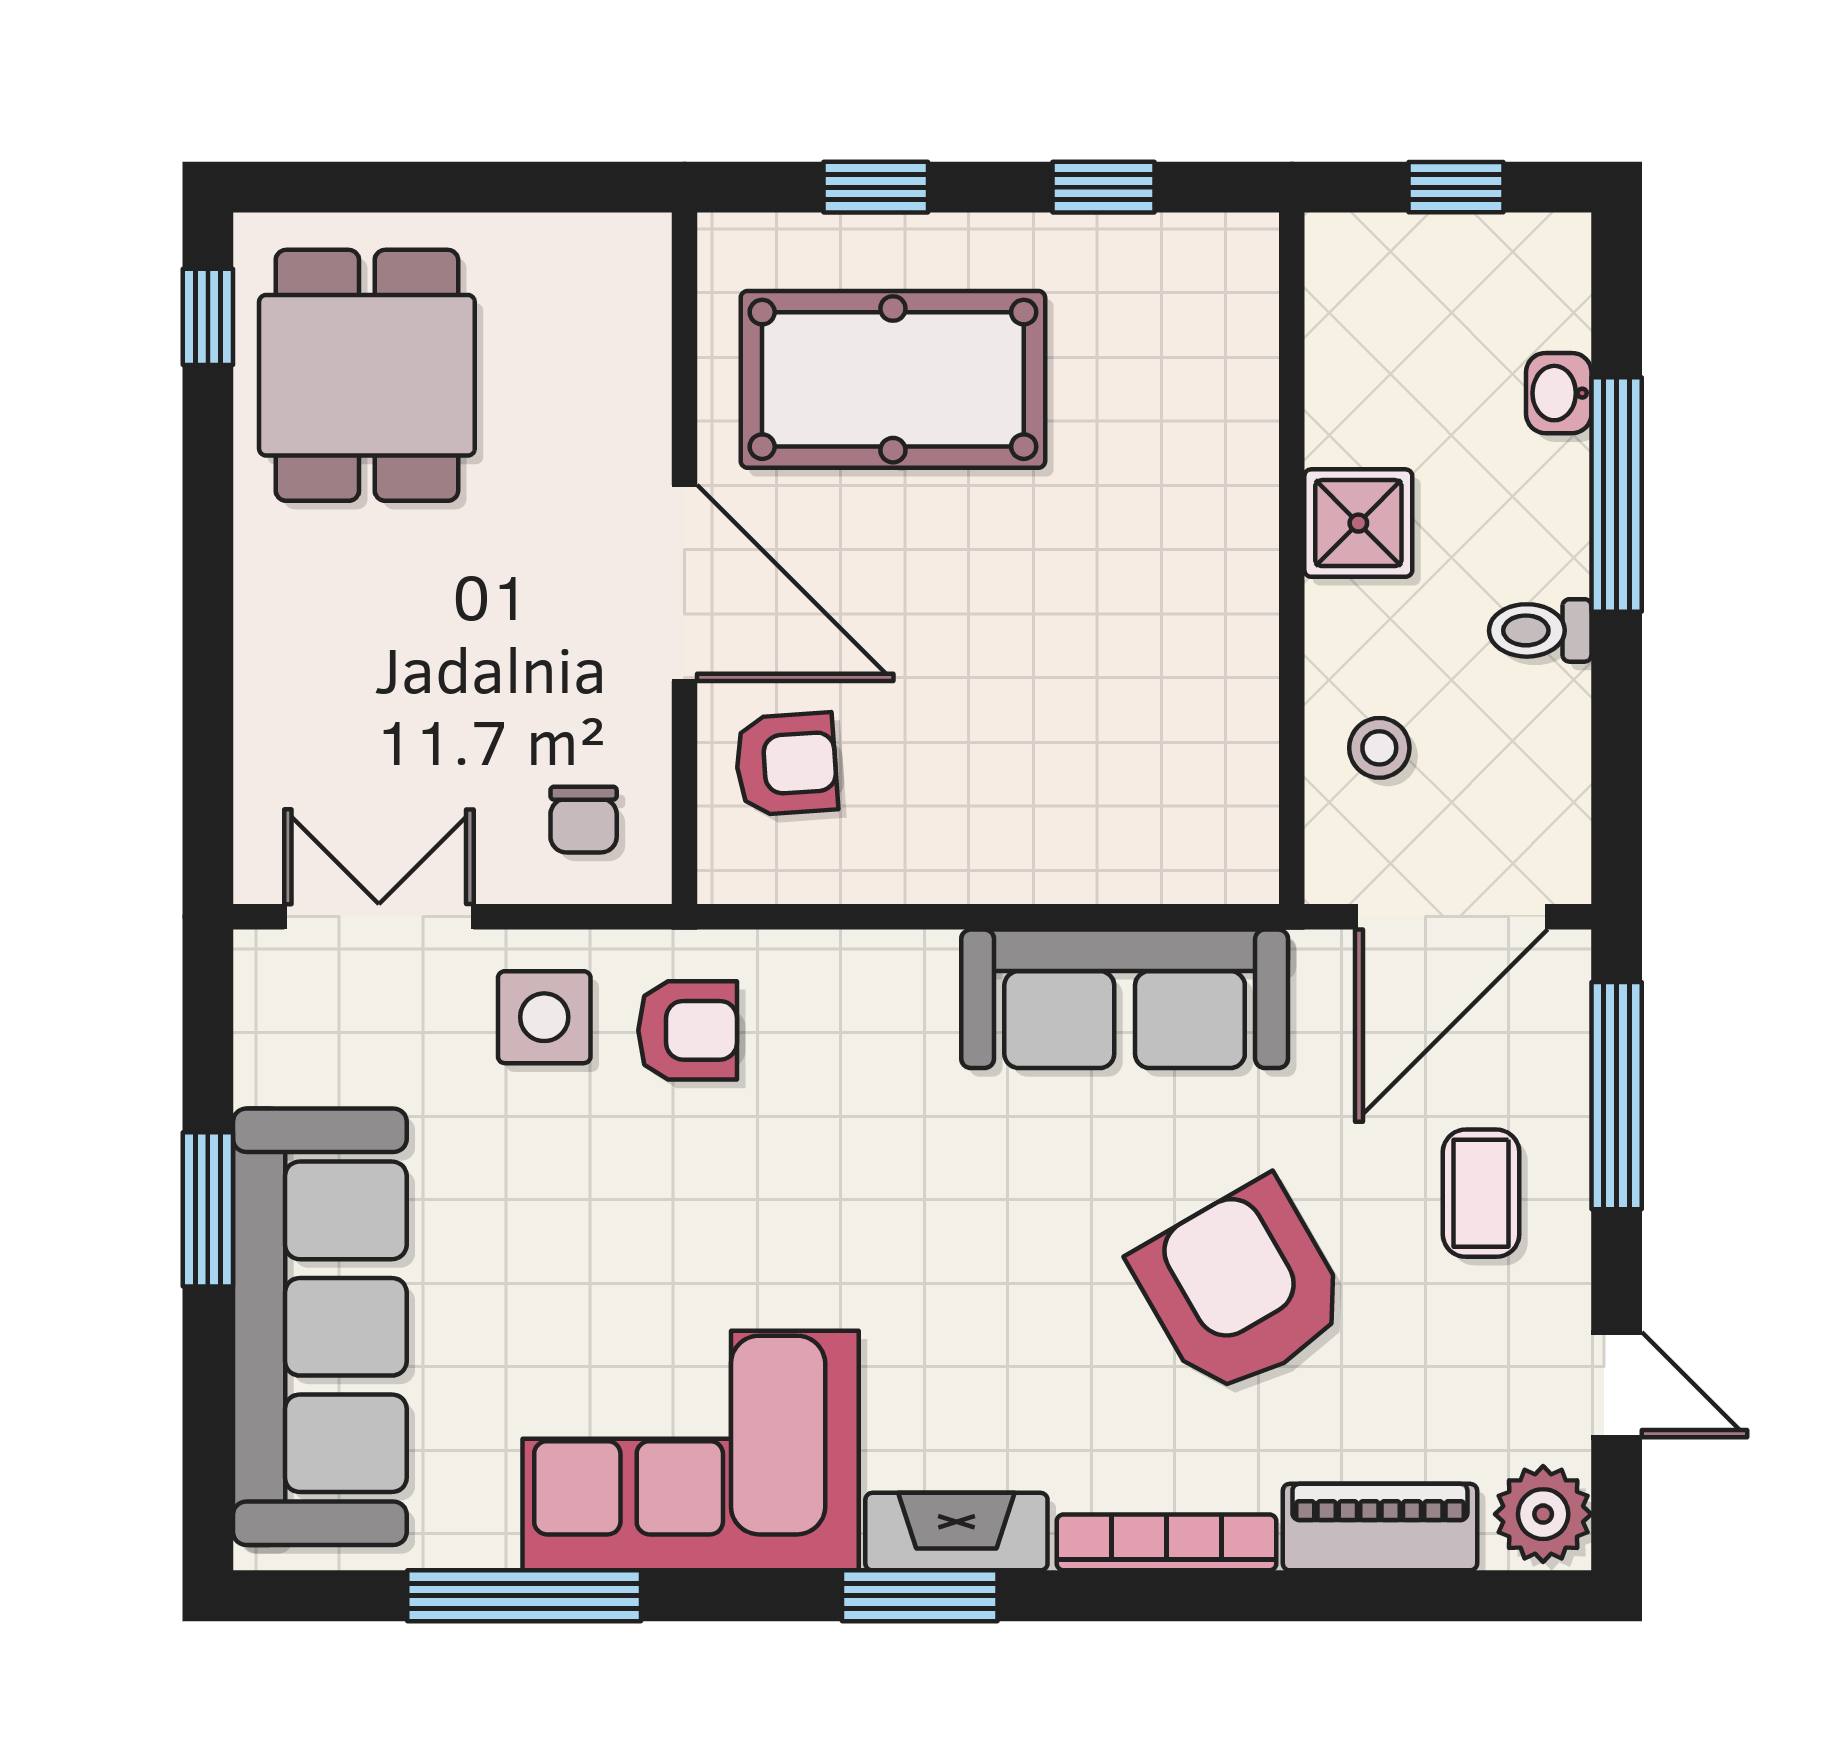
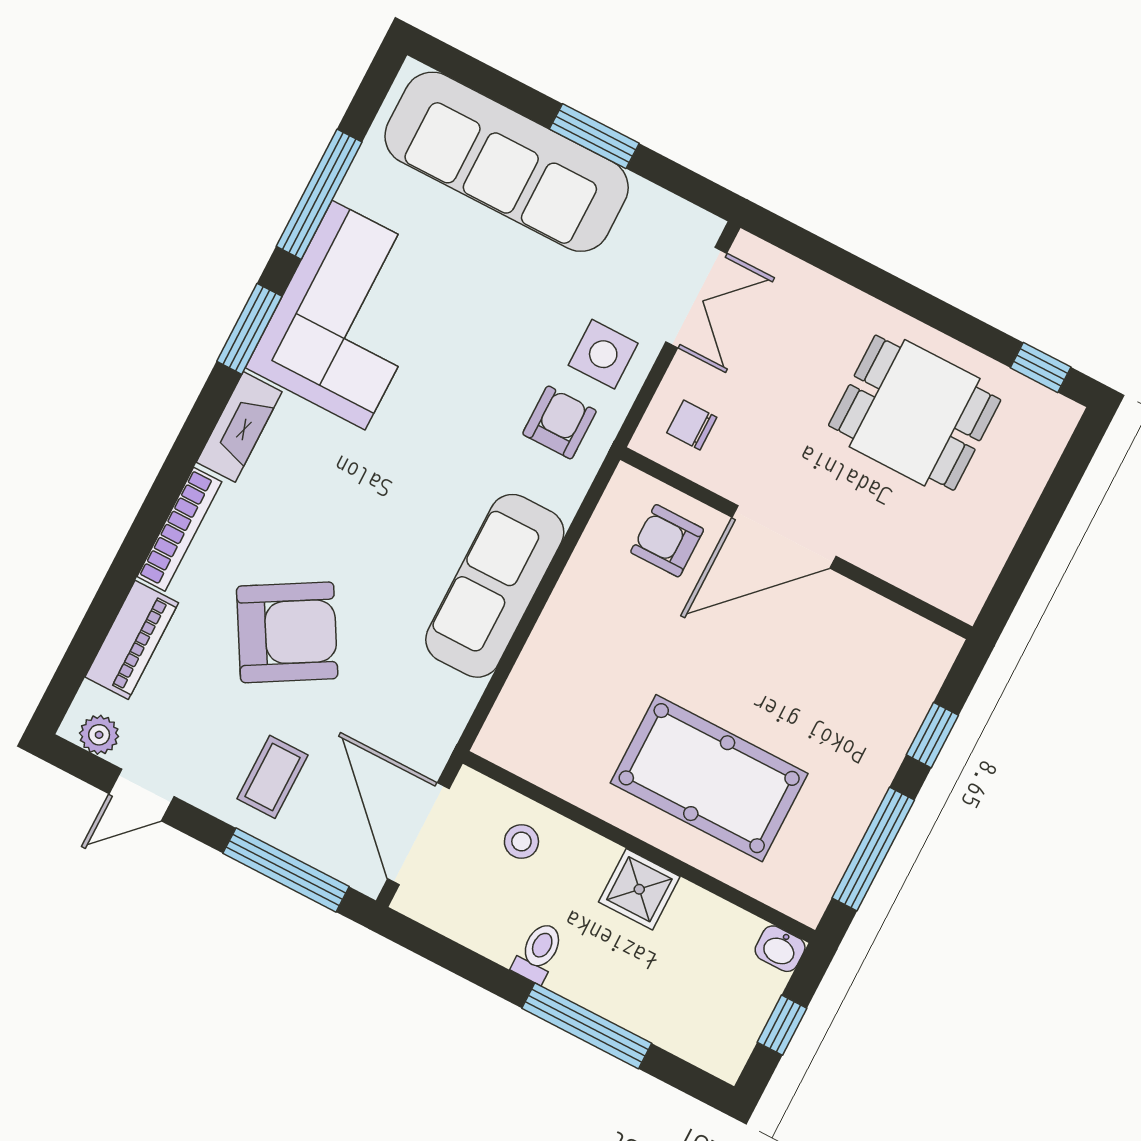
window: (1104, 187) -> (873, 849), width x2.17
dining table: (367, 375) -> (915, 413), moved
pool table: (893, 379) -> (709, 778), moved, turned 90
washbasin: (1559, 393) -> (780, 949), moved, turned 180
armchair: (786, 764) -> (667, 541), turned 94
sofa: (1125, 999) -> (495, 586), moved
armchair: (688, 1030) -> (559, 422), turned 180
coffee table: (1481, 1193) -> (272, 777), turned 90
plant: (1543, 1514) -> (99, 735), width x0.73, depth x0.73
window: (920, 1596) -> (249, 329), moved

